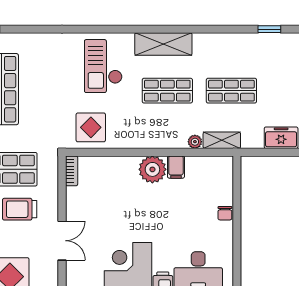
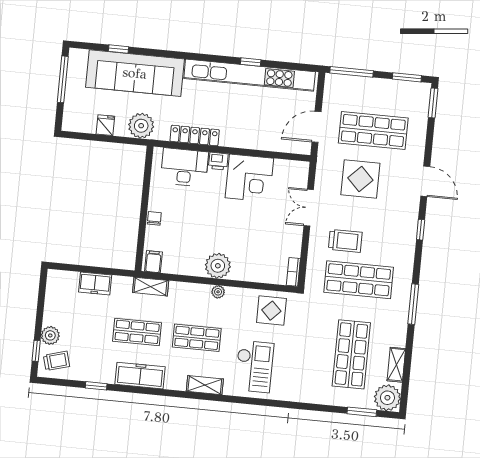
shelving: (163, 44) -> (205, 385), width x0.67, depth x0.75
freezer: (224, 45) -> (140, 376), added
plant: (195, 142) -> (218, 292), moved
filing cabinet: (176, 167) -> (153, 262), moved

